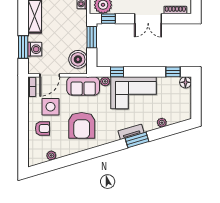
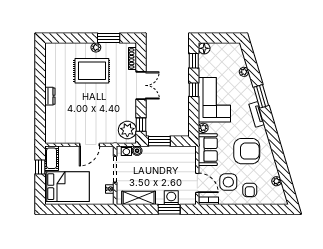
boiler: (78, 59) -> (137, 151), moved, width x0.54, depth x0.54
window: (117, 72) -> (194, 90), moved
armchair: (42, 128) -> (250, 190), turned 180
tv unit: (131, 132) -> (257, 114), moved

